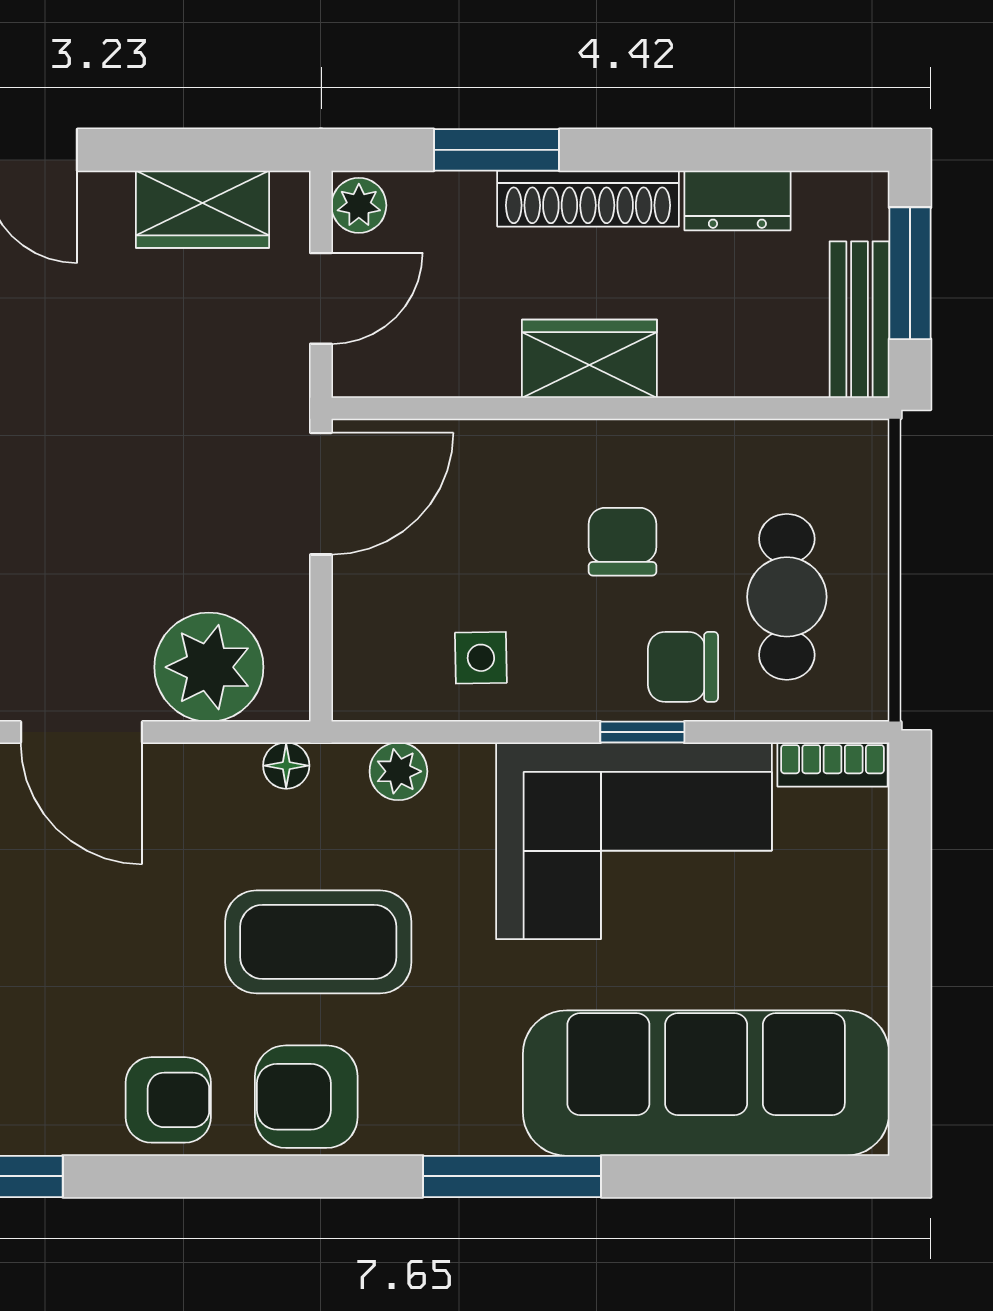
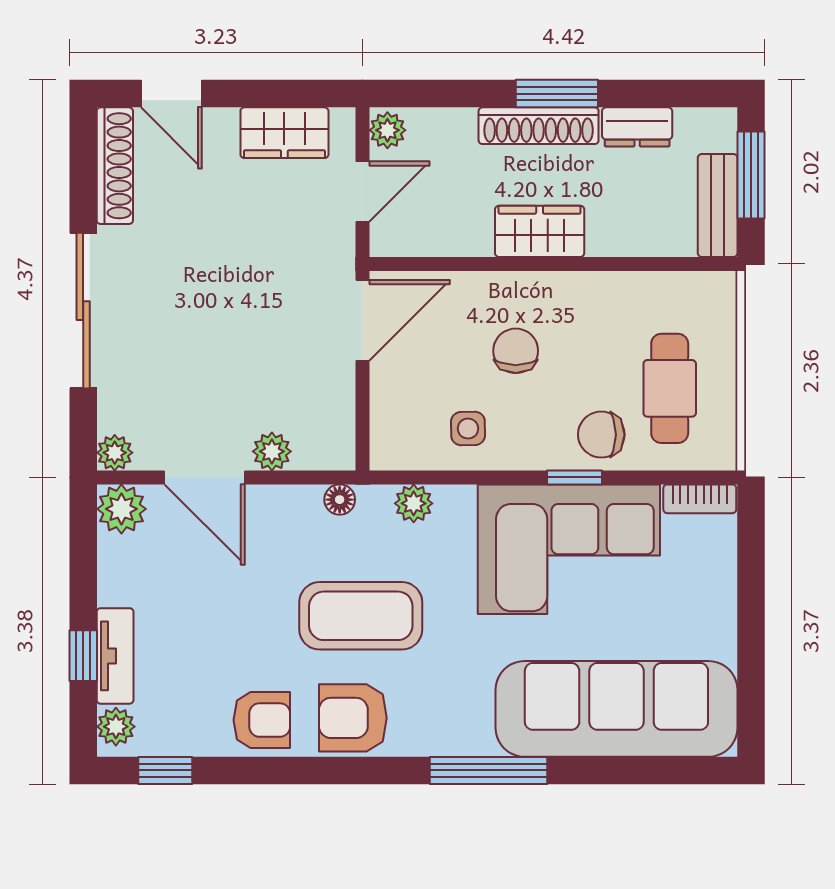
window: (496, 150) -> (557, 94), moved
chair: (622, 542) -> (516, 351), moved
plant: (209, 667) -> (272, 451), width x0.53, depth x0.53

